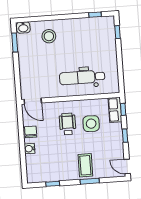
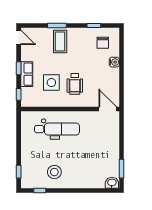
stool: (49, 36) -> (54, 172), moved
row of seats: (115, 110) -> (27, 74), moved
chair: (31, 132) -> (103, 43), moved

